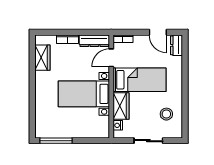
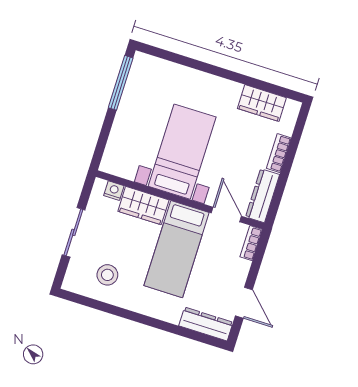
door: (158, 32) -> (244, 303), swing flipped
dresser: (177, 45) -> (206, 324), width x1.44

